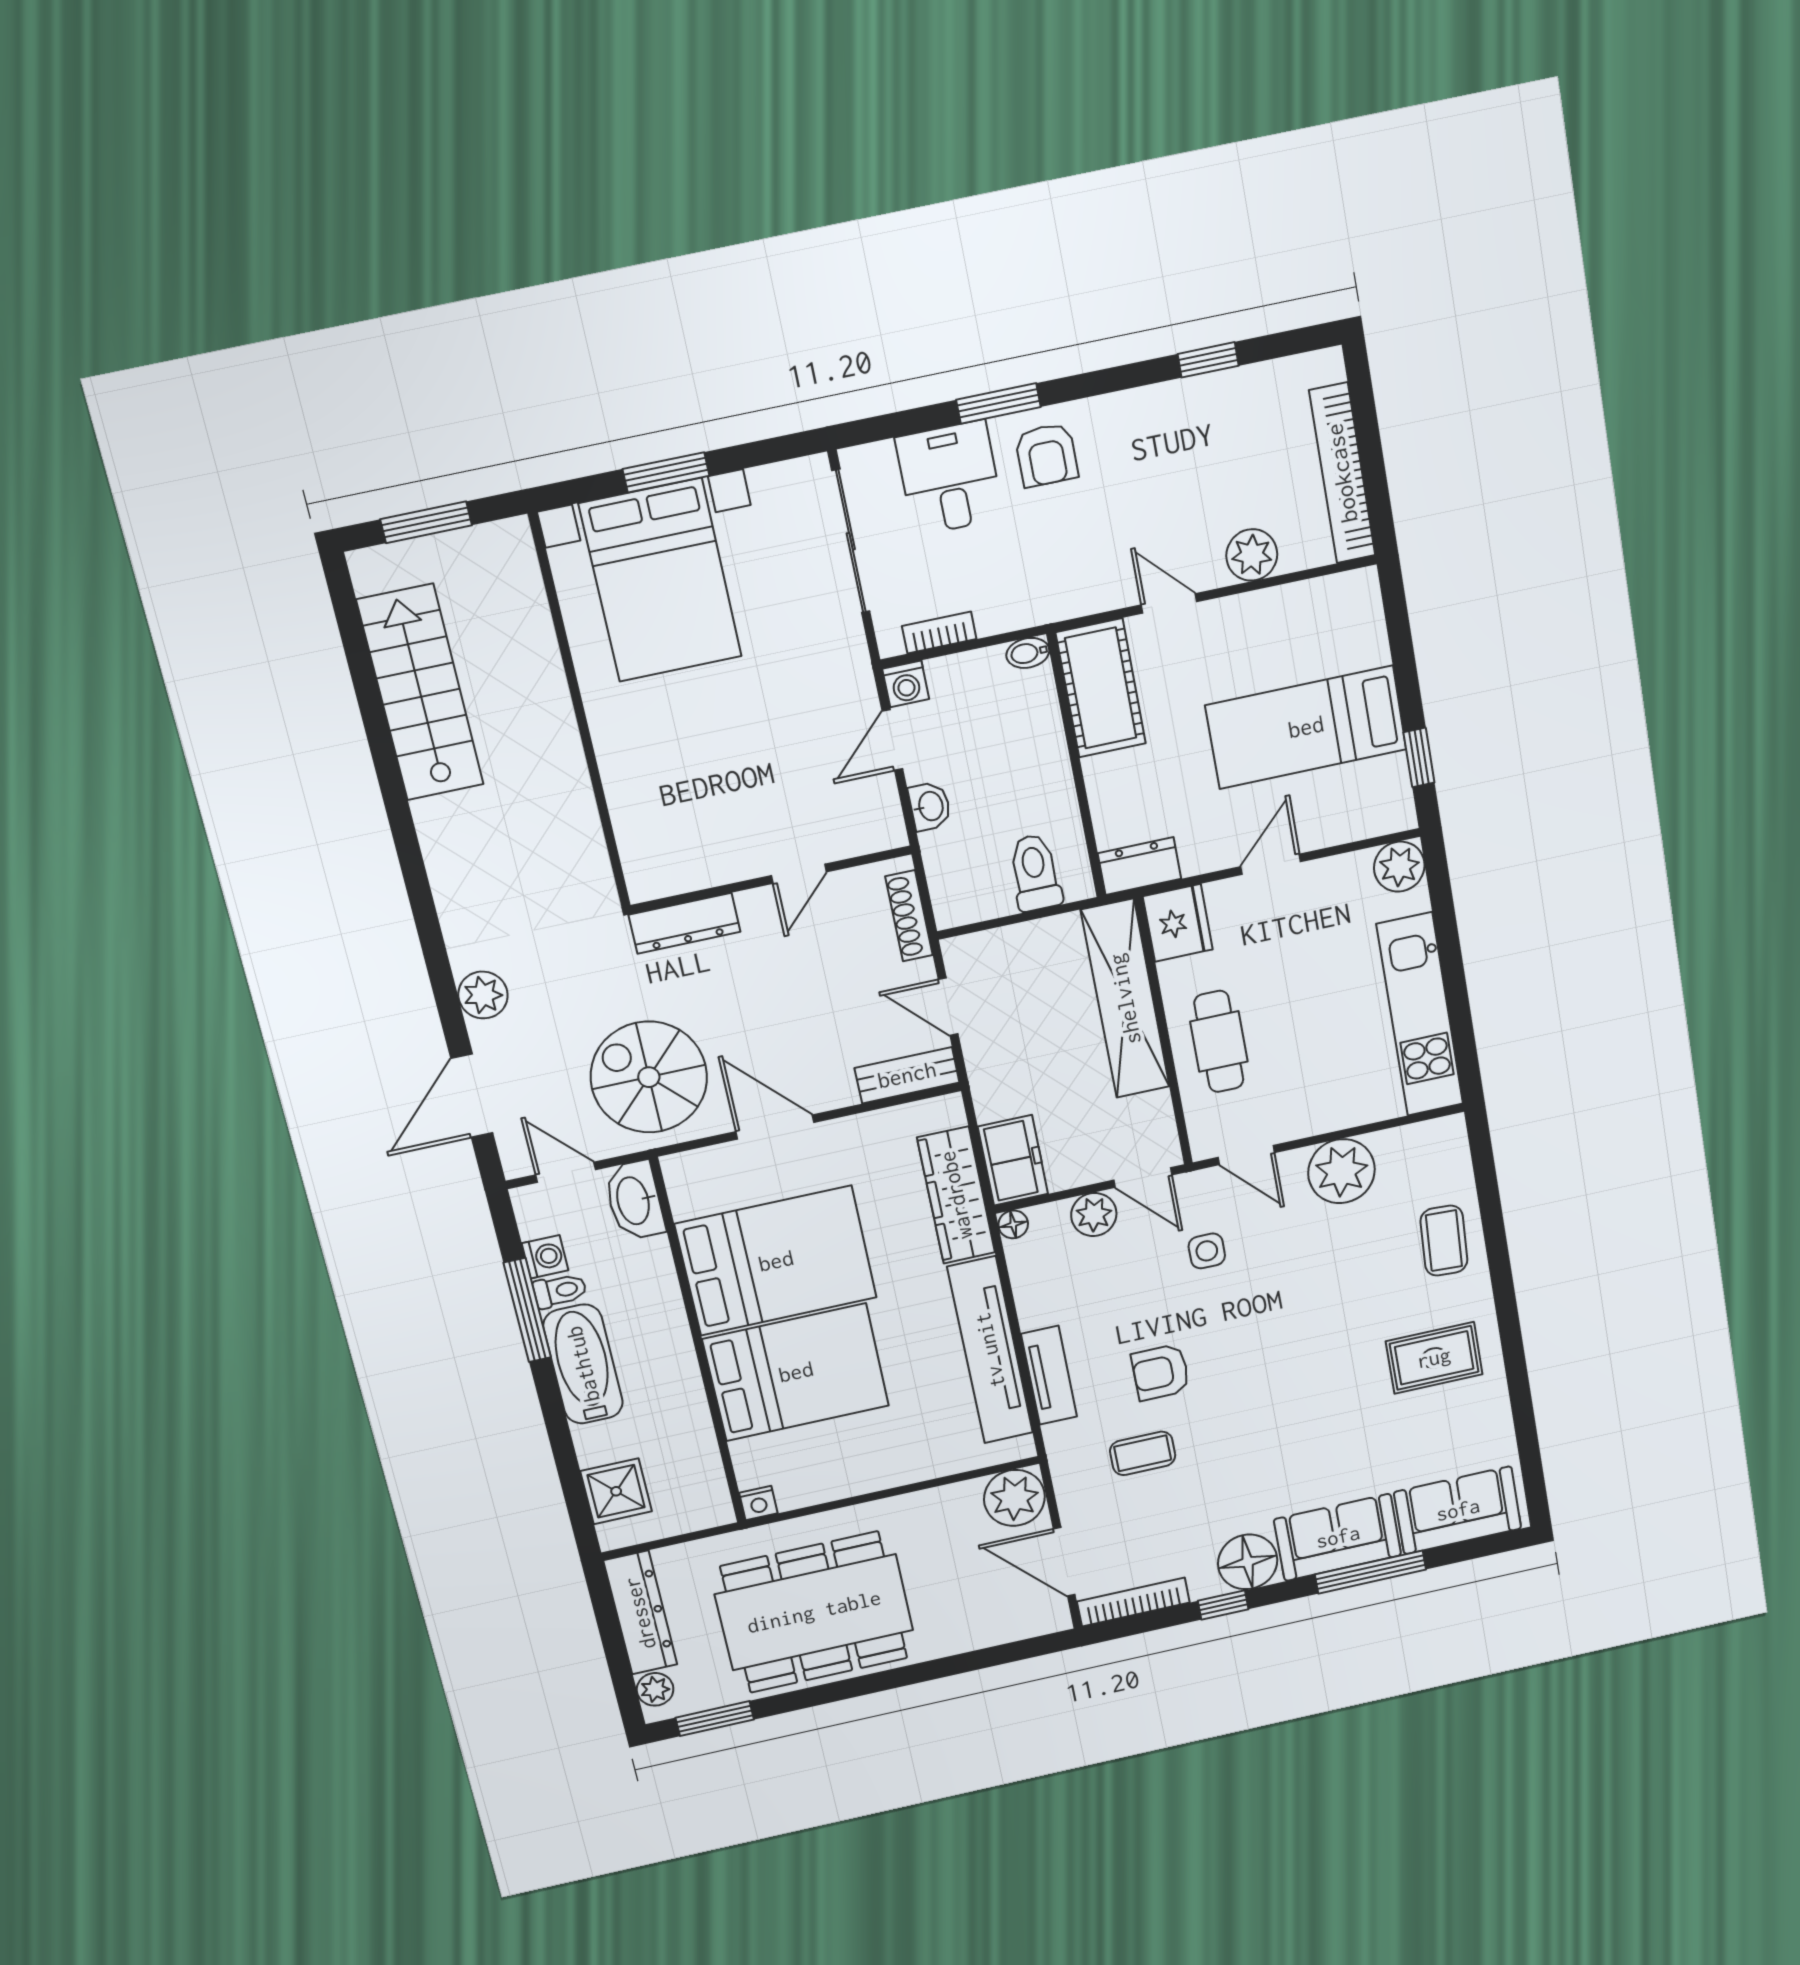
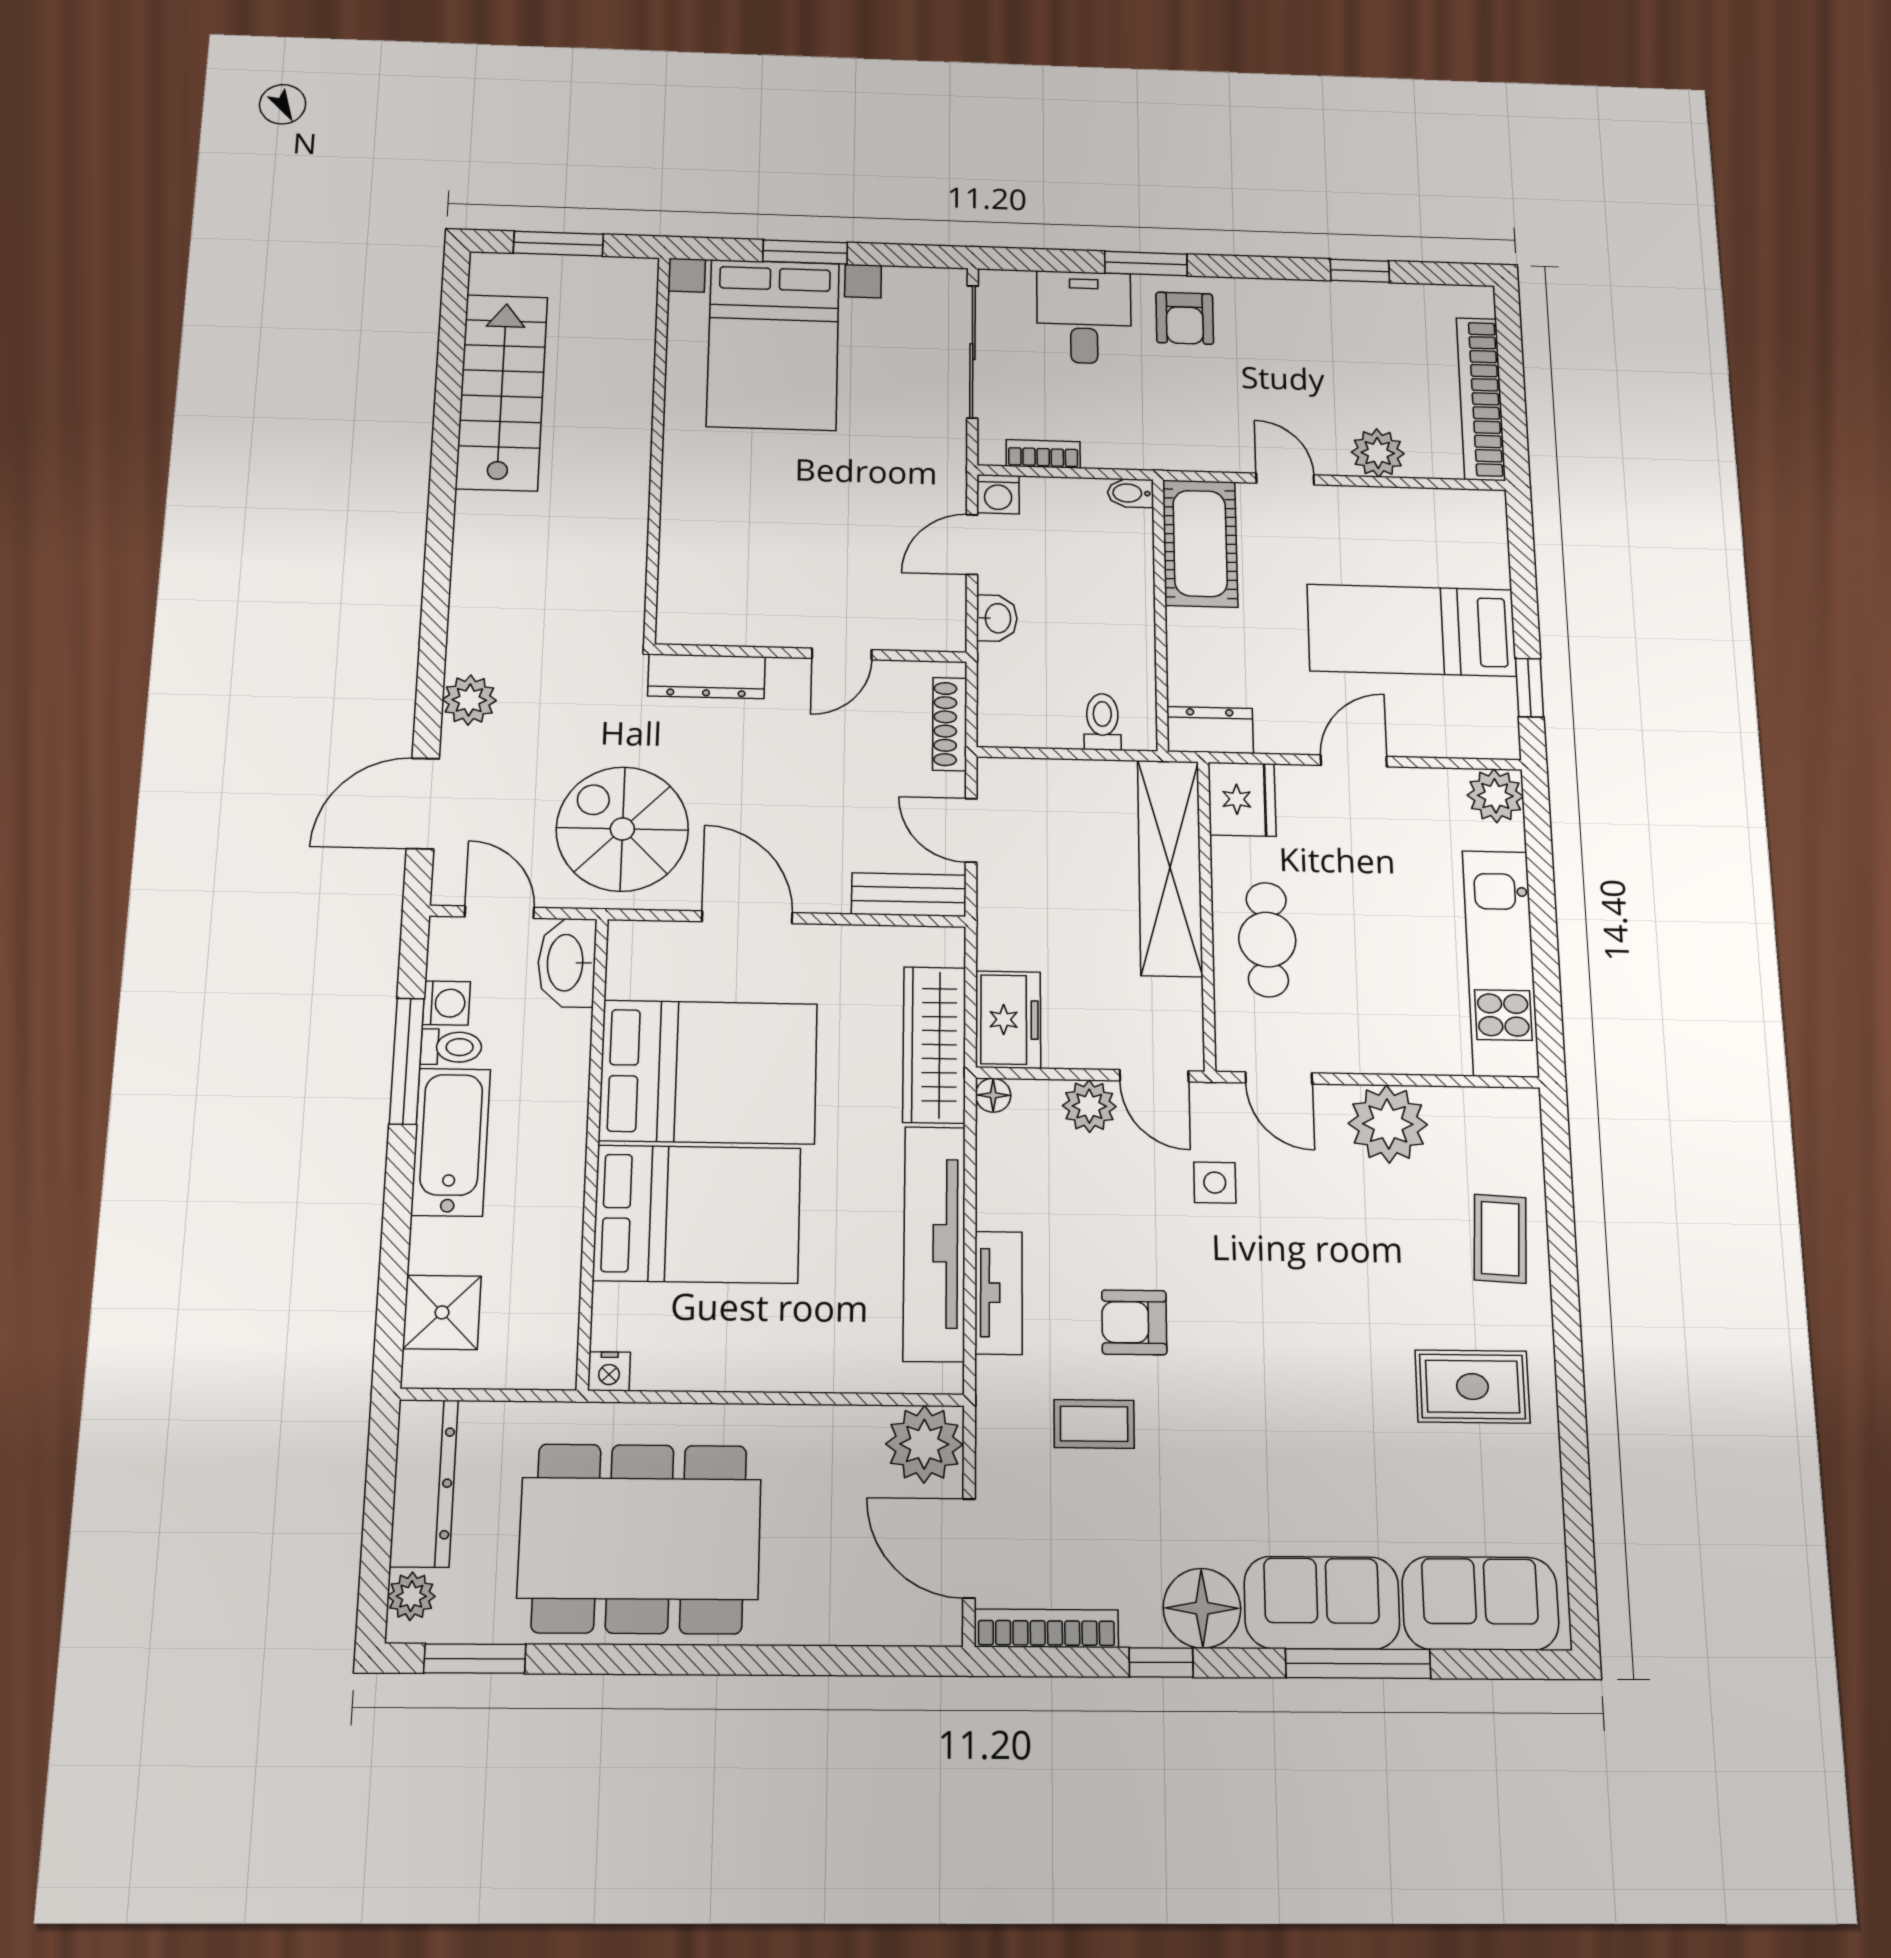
toilet: (1035, 873) -> (1102, 722), width x0.73, depth x0.72

